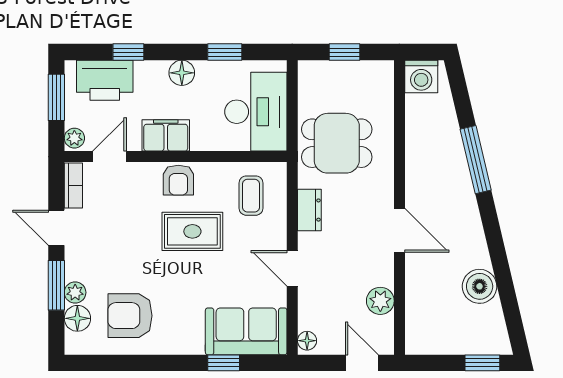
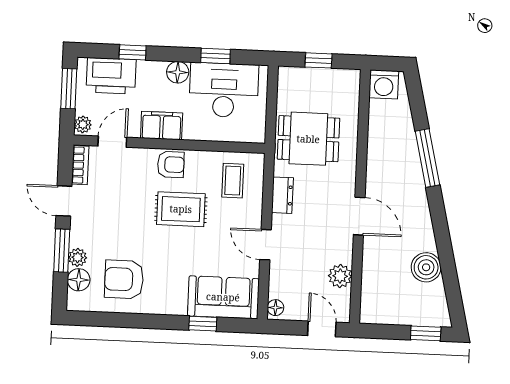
desk: (256, 112) -> (224, 90), moved, turned -90
armchair: (178, 180) -> (171, 164), turned -90

